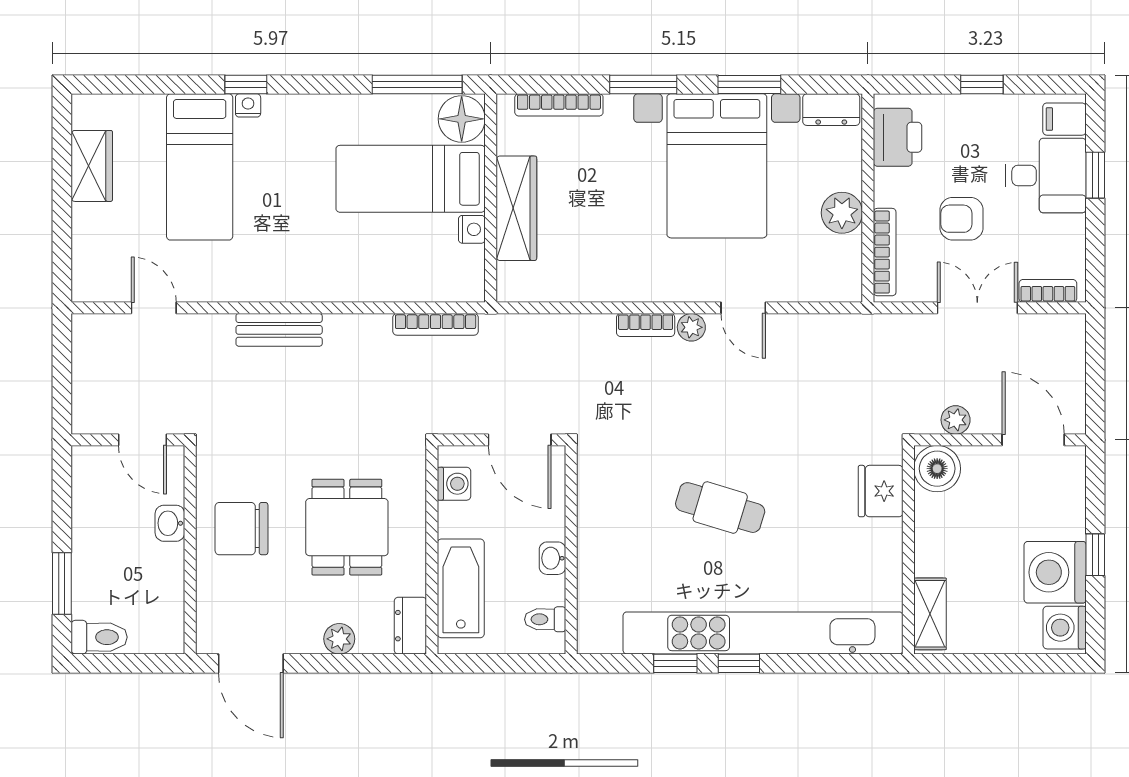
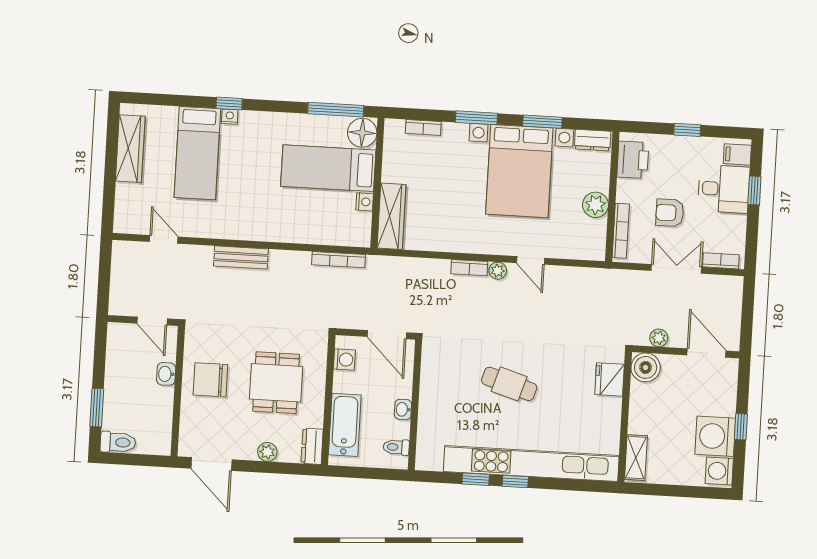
bookcase: (559, 105) -> (423, 127), width x0.64
wardrobe: (92, 166) -> (130, 149), width x1.50
wardrobe: (516, 208) -> (392, 216), moved

